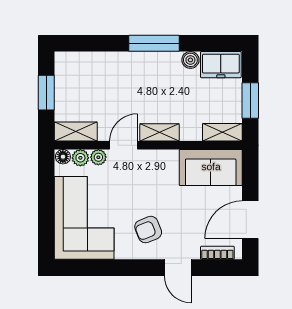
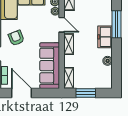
window: (154, 43) -> (117, 24), moved
freezer: (221, 65) -> (105, 37), moved
sofa: (211, 167) -> (50, 66), width x1.36

